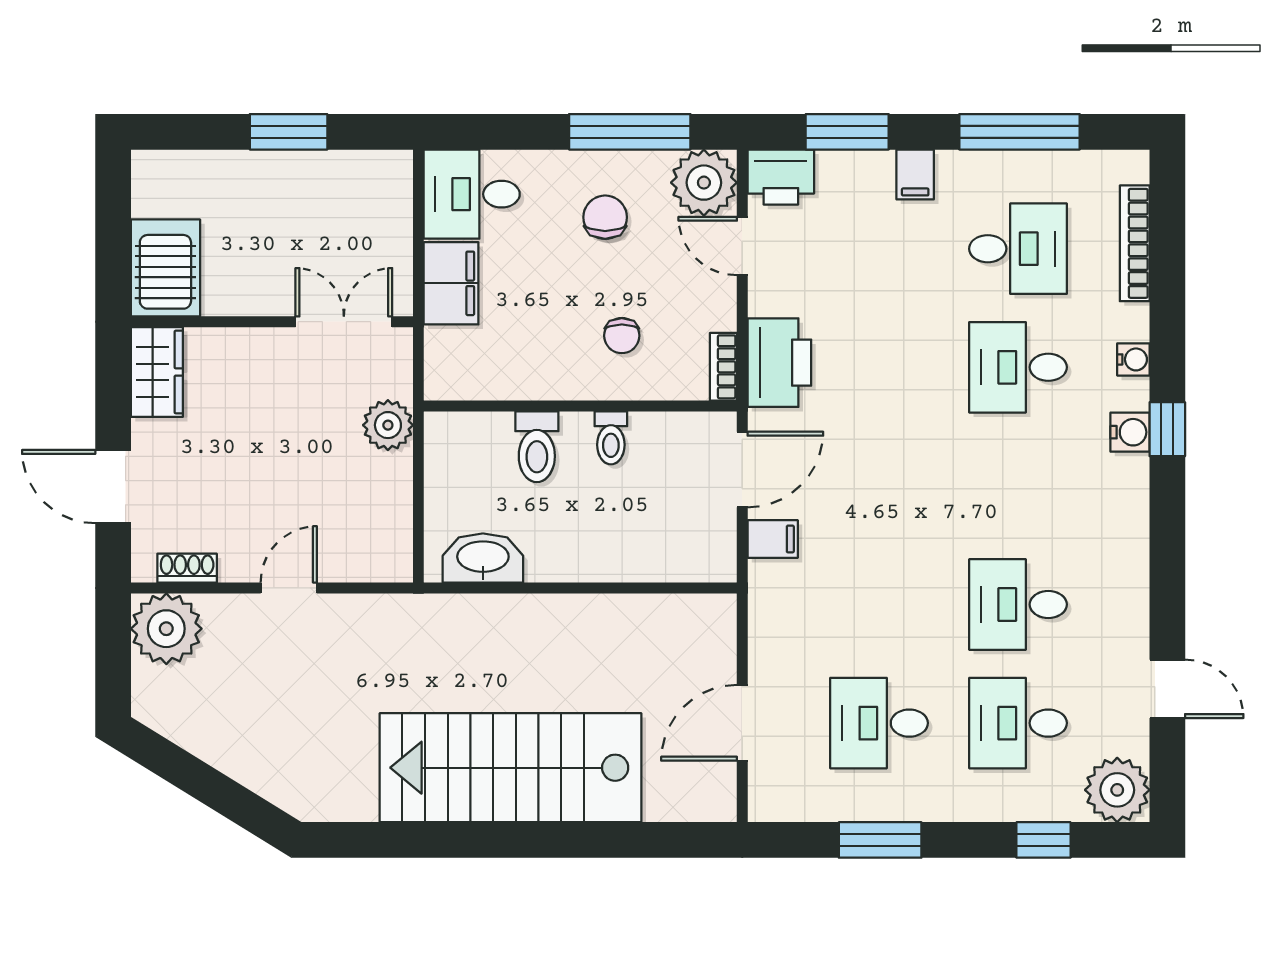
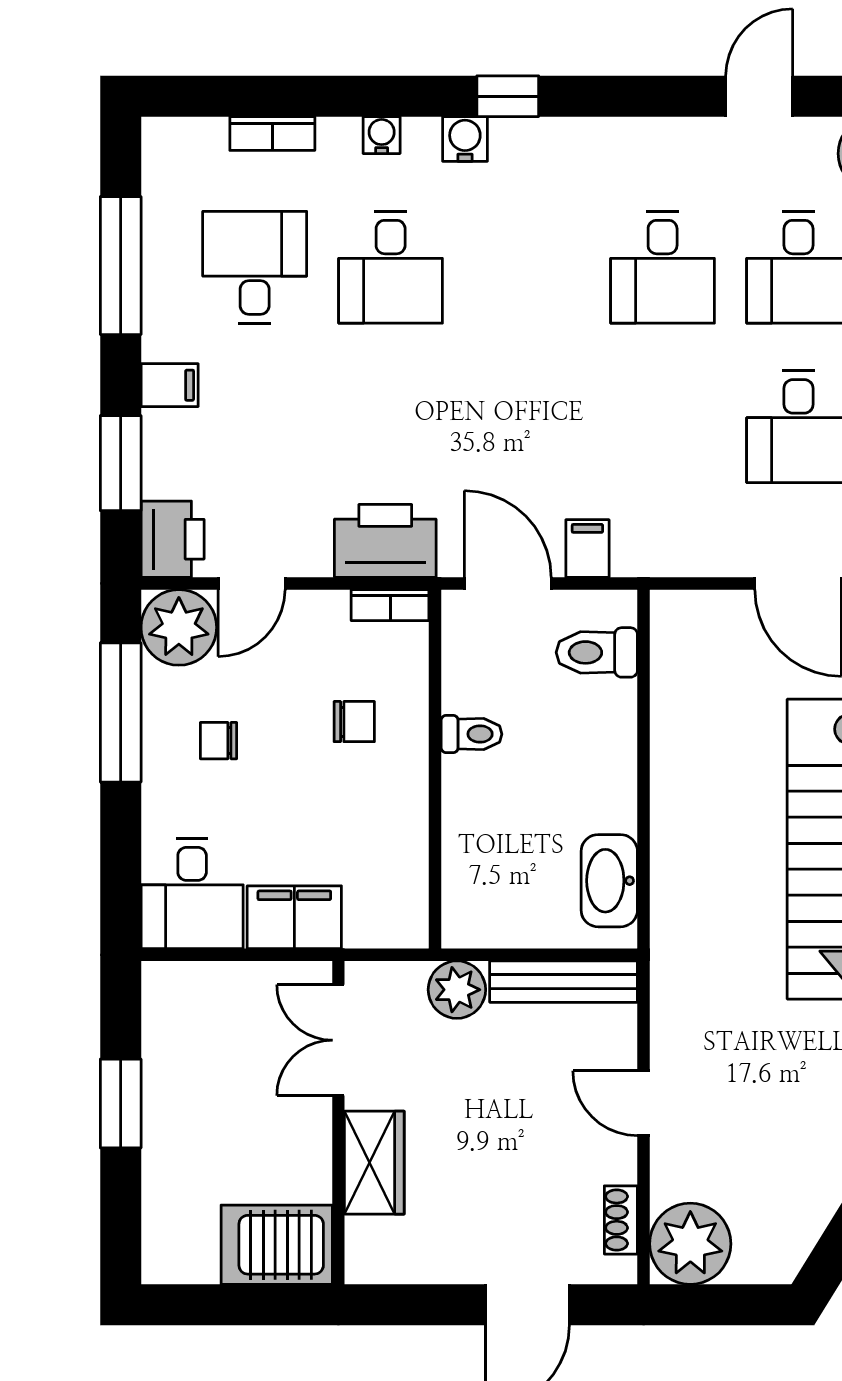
chair: (605, 217) -> (219, 741), width x0.73, depth x0.73
bookcase: (1135, 243) -> (272, 133), width x0.64
wardrobe: (157, 372) -> (374, 1163), moved, turned 90
window: (1167, 429) -> (508, 96), moved
toilet: (537, 447) -> (597, 652), moved, turned 180
bench: (395, 518) -> (564, 982), added

